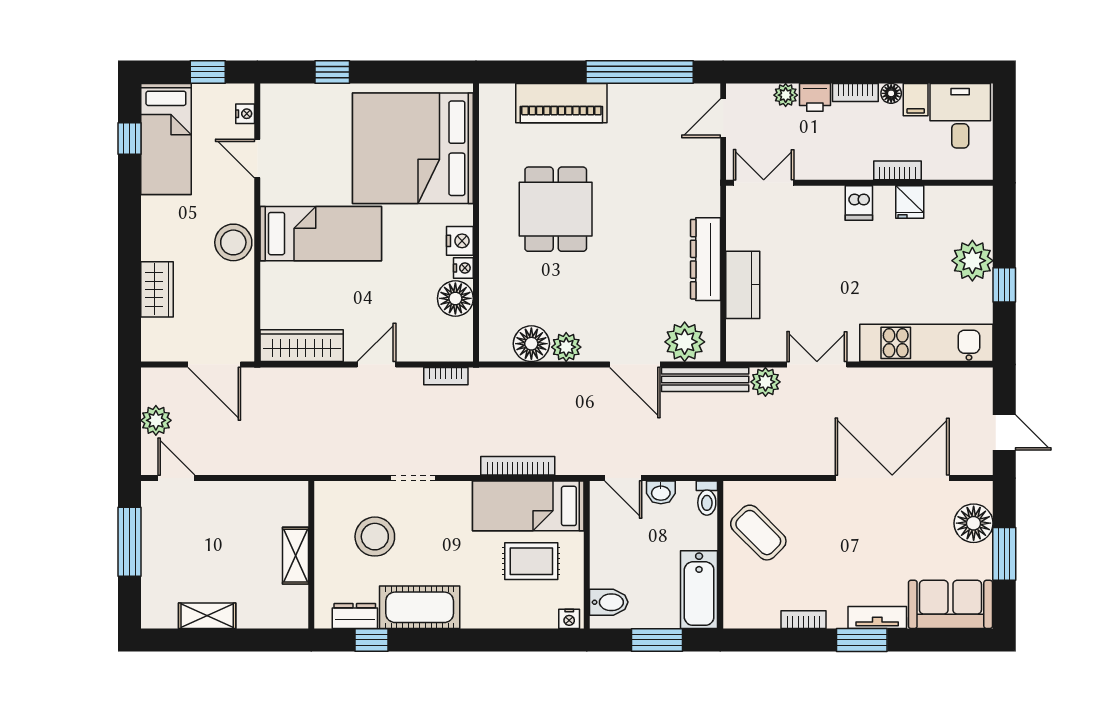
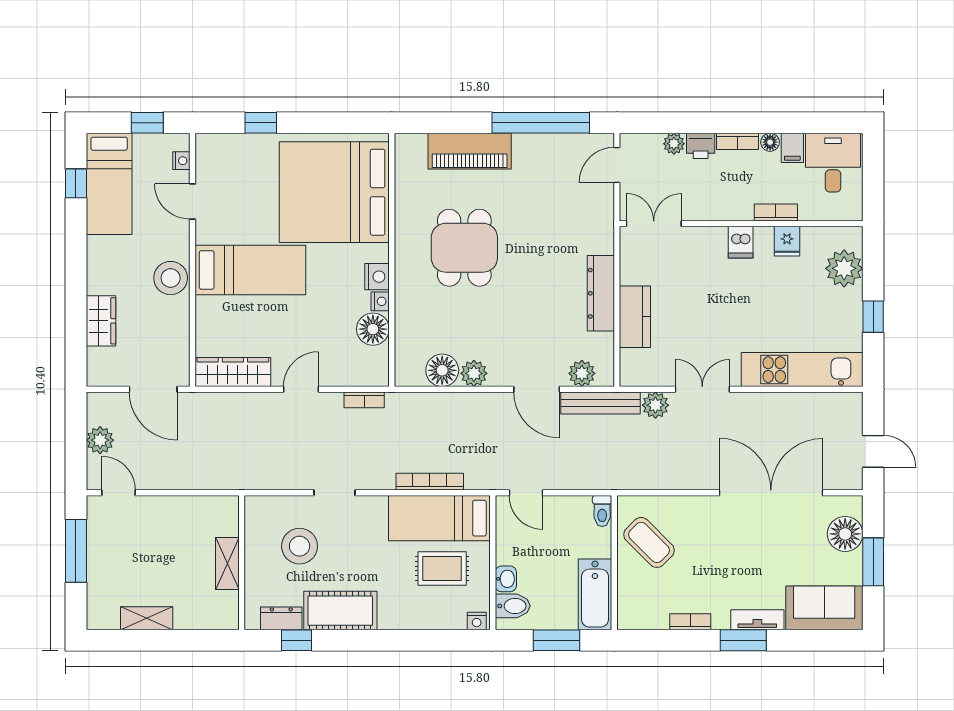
plant: (972, 261) -> (844, 268), moved
plant: (685, 342) -> (582, 373), width x0.73, depth x0.73
washbasin: (661, 492) -> (506, 579), moved, turned -90

